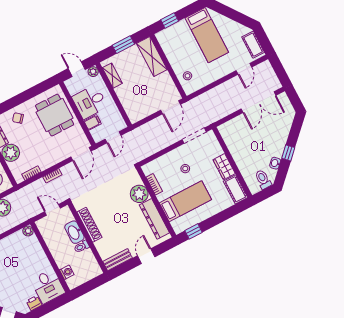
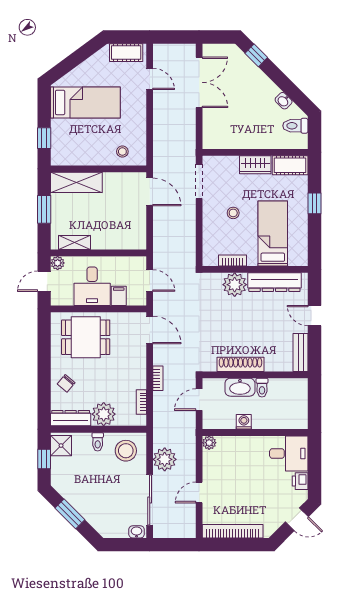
window: (288, 153) -> (256, 55), moved
window: (194, 231) -> (314, 203), moved
washing machine: (67, 272) -> (244, 422), moved

